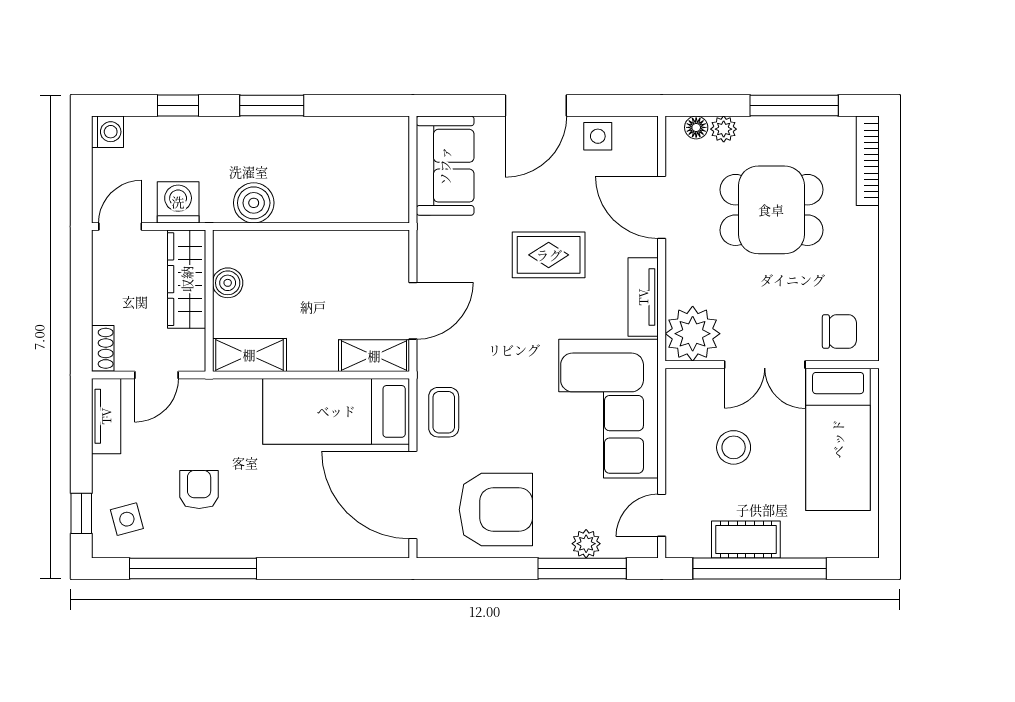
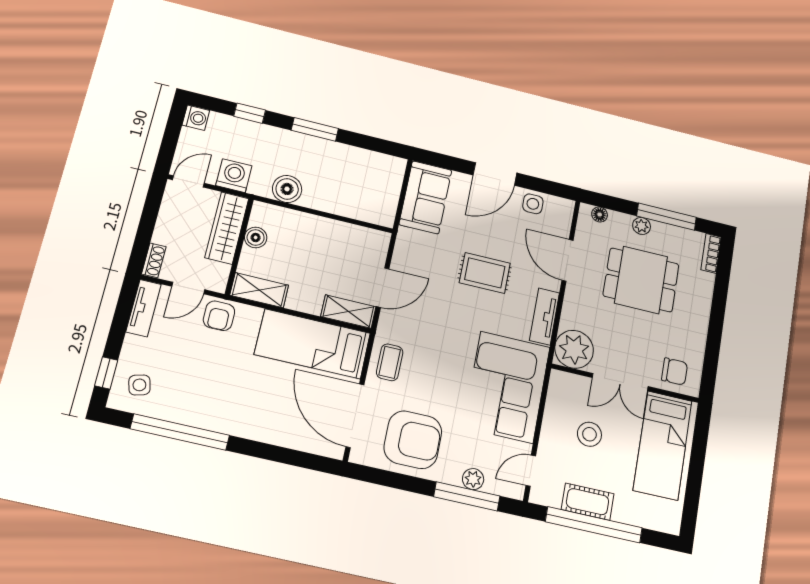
plant: (724, 129) -> (642, 226), moved
bookcase: (868, 161) -> (711, 253), width x0.64
armchair: (199, 489) -> (219, 316), moved, turned 180

